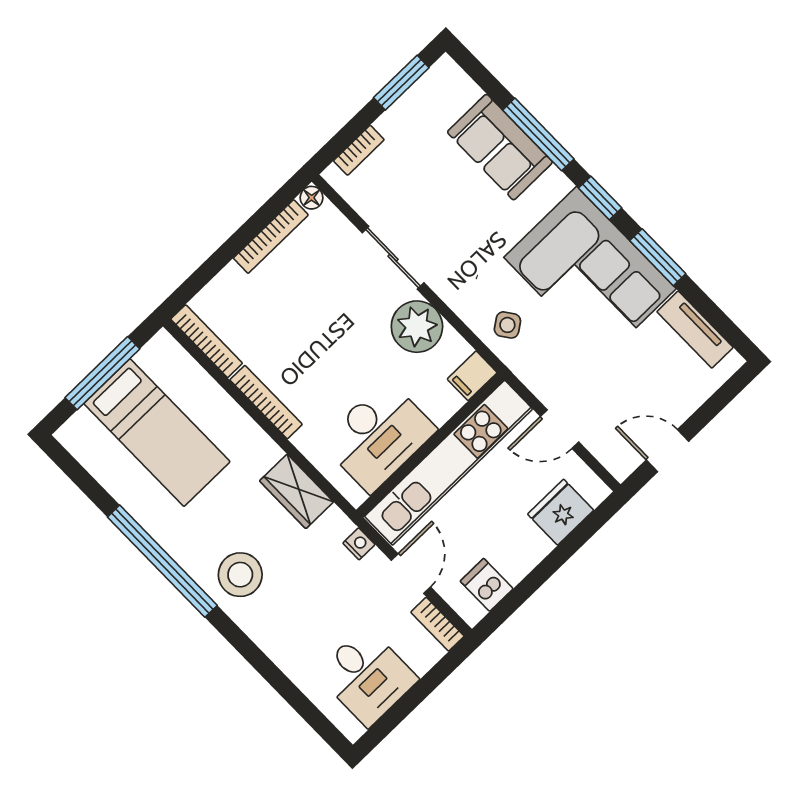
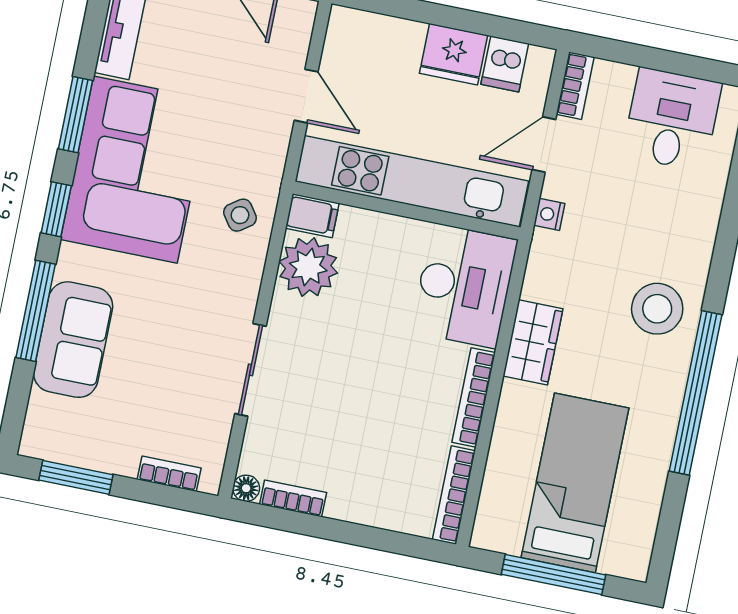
bookcase: (271, 237) -> (293, 498), width x0.64
plant: (417, 327) -> (308, 267), moved
desk: (378, 436) -> (464, 286), moved, turned 90
wardrobe: (297, 491) -> (533, 342), moved
fridge: (561, 512) -> (454, 54), moved

